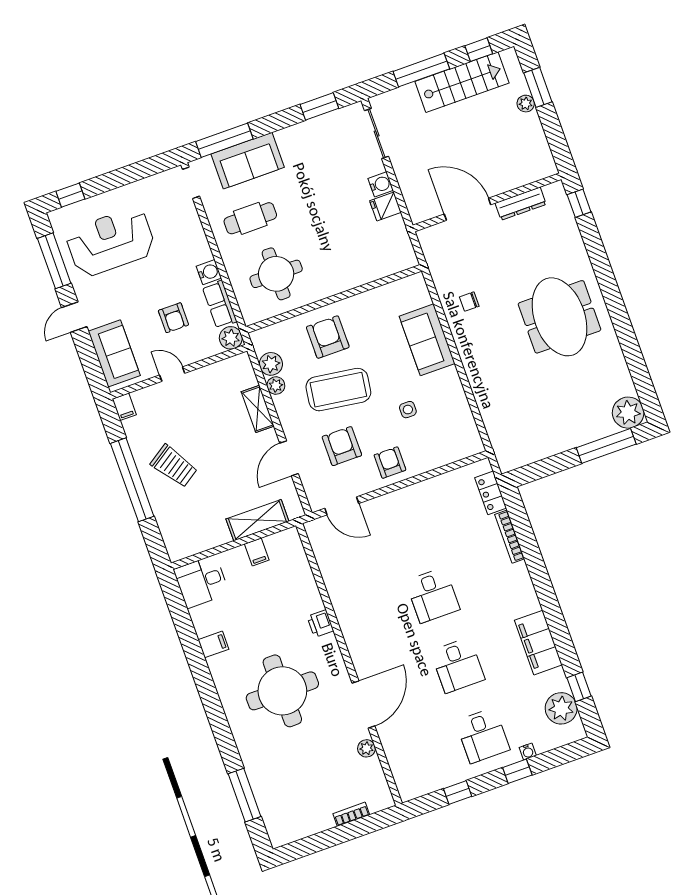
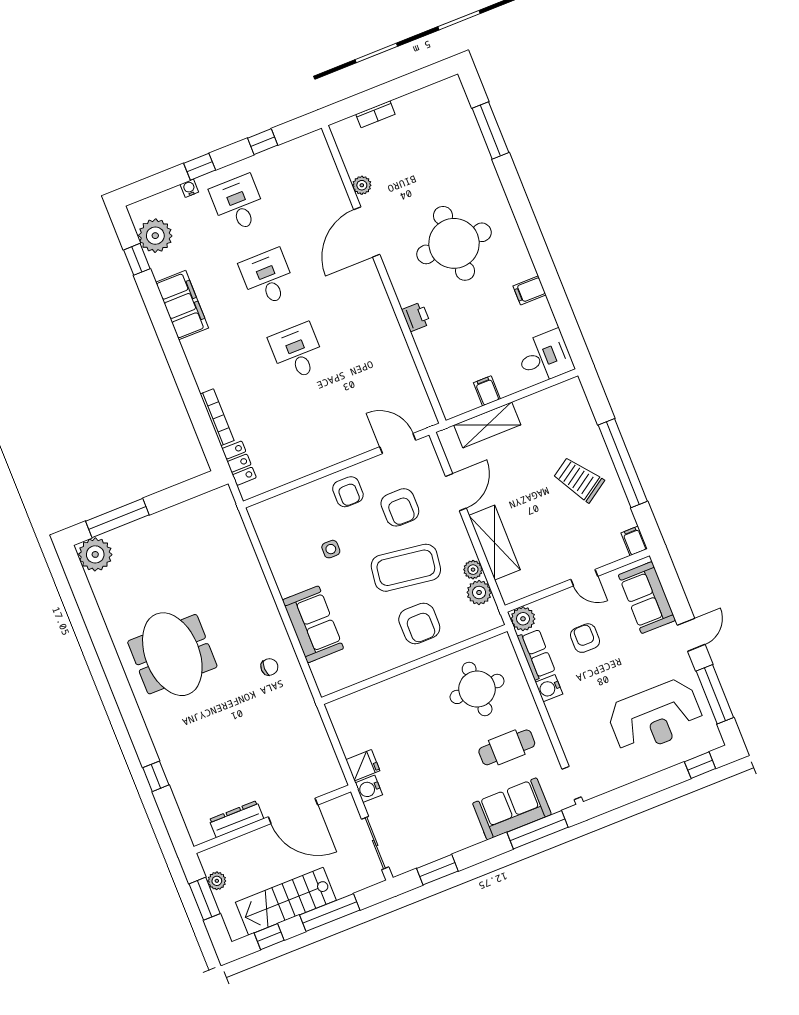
wall: (487, 202) -> (272, 819), moved
dresser: (521, 204) -> (236, 819), moved
door: (467, 209) -> (293, 811), moved
shelving: (258, 409) -> (495, 543), width x1.50, depth x1.33

